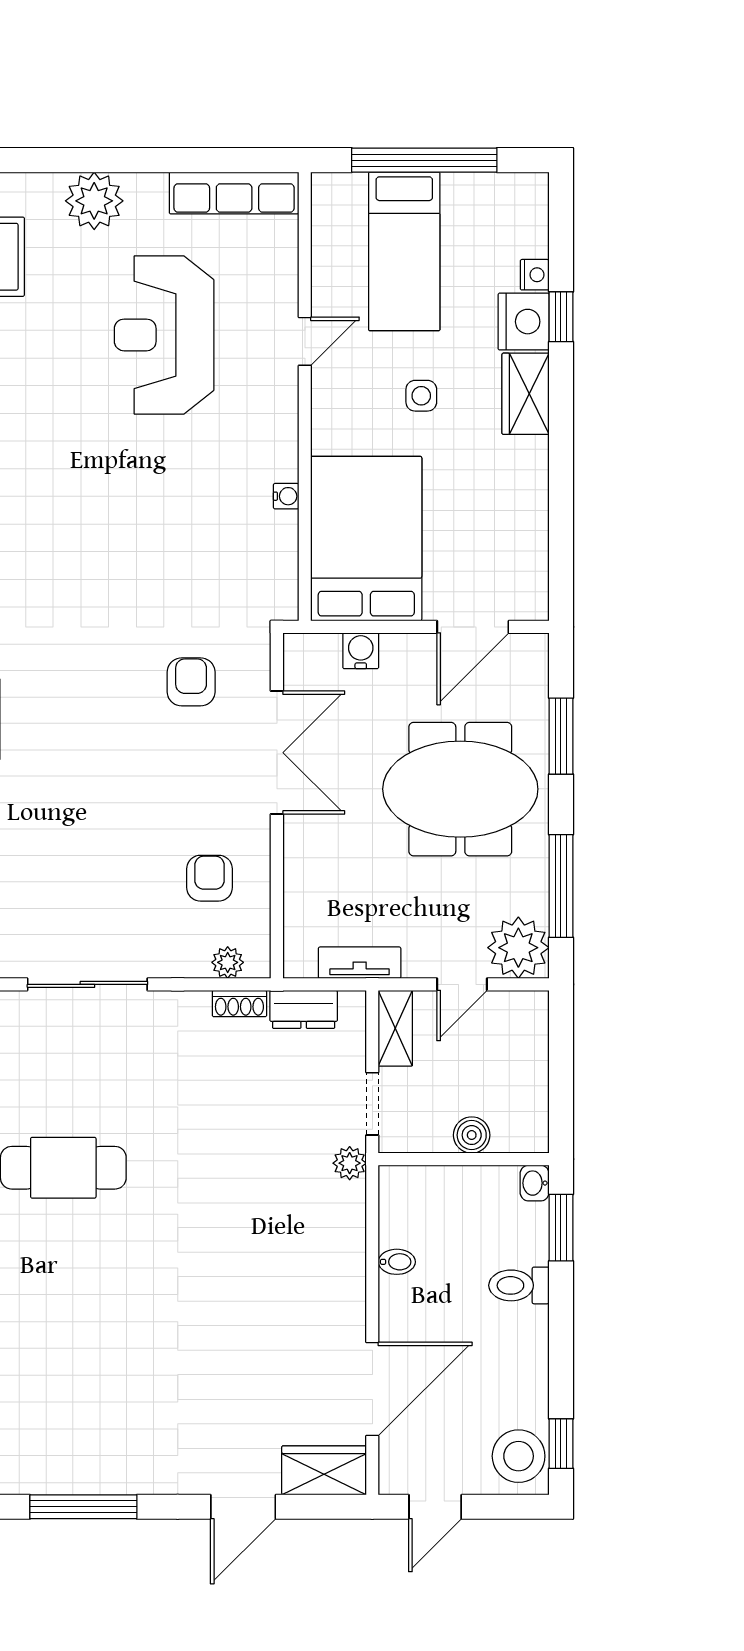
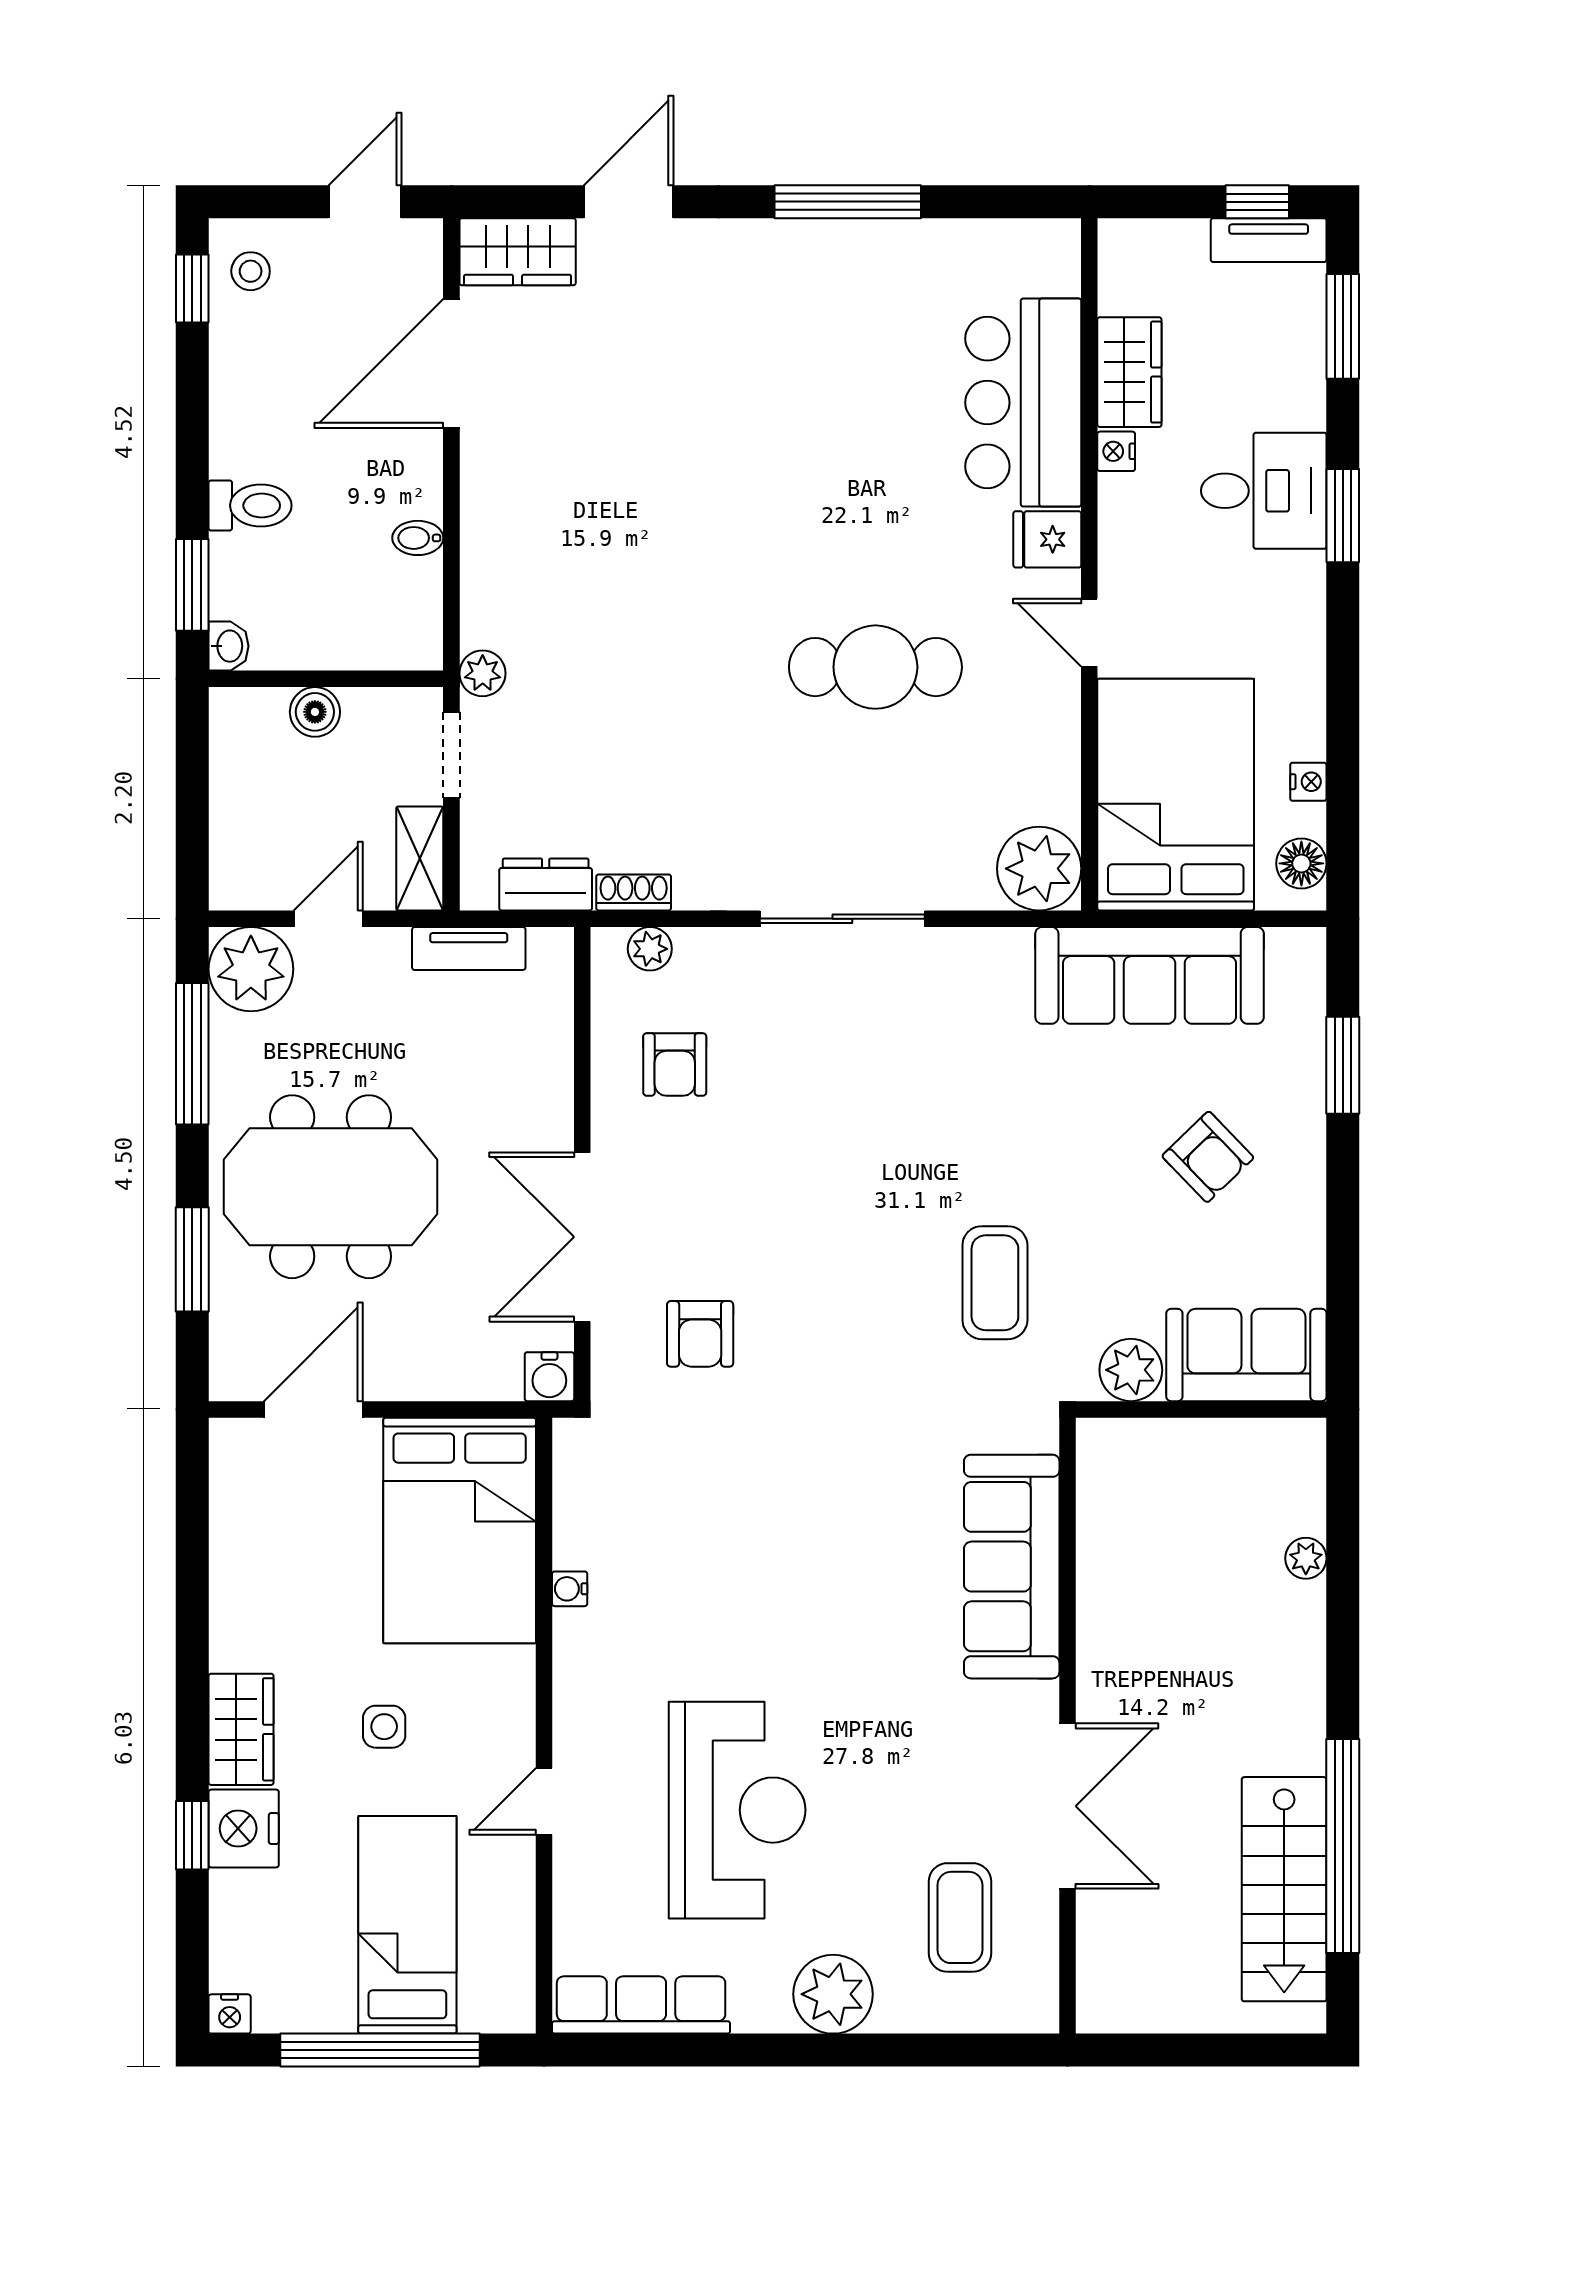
nightstand: (535, 275) -> (230, 2014), moved, turned -90
water cooler: (361, 651) -> (549, 1377), moved
stool: (519, 1456) -> (251, 271), width x0.53, depth x0.53

